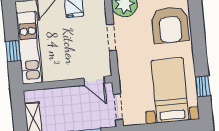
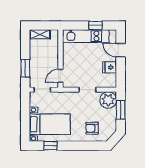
armchair: (170, 25) -> (92, 128), width x0.53, depth x0.53
window: (13, 51) -> (96, 25), moved

